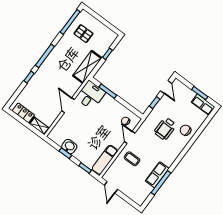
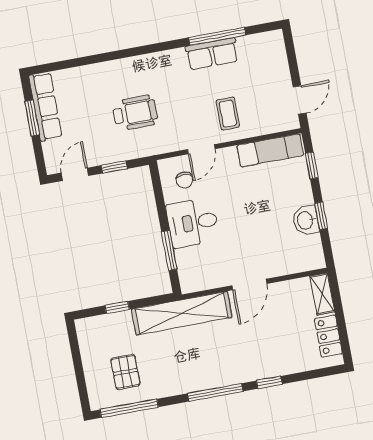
shelving: (87, 67) -> (182, 313), width x1.47
desk: (91, 95) -> (193, 223), moved
row of seats: (203, 105) -> (45, 107), width x1.48
chair: (185, 130) -> (106, 82), removed

